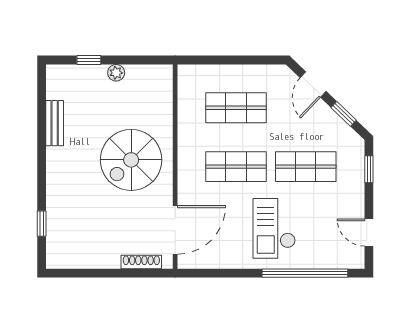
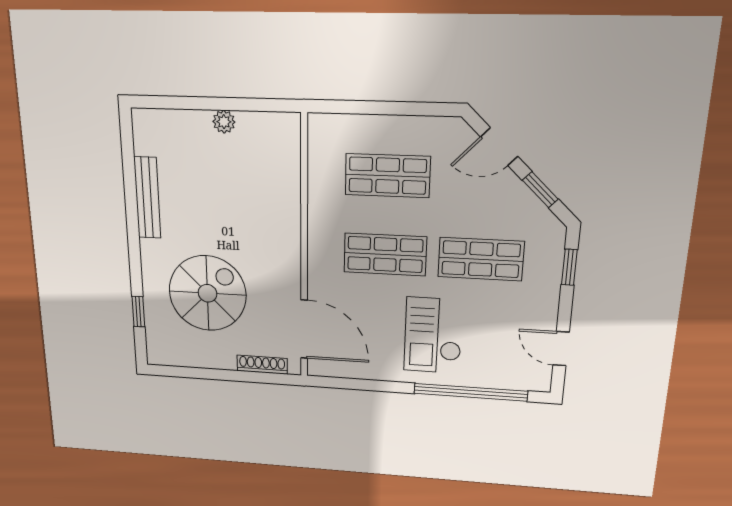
window: (89, 60) -> (187, 103), removed
door: (313, 84) -> (499, 147), hinge flipped
bench: (55, 123) -> (147, 198), width x1.36
spiral stairs: (131, 160) -> (208, 293), moved, turned 180
door: (175, 230) -> (304, 329), hinge flipped

